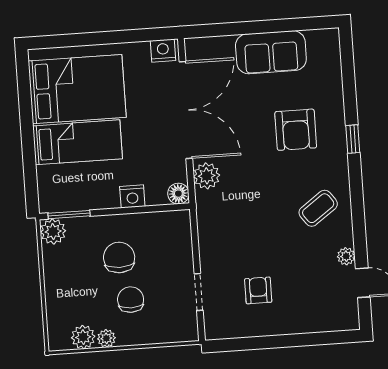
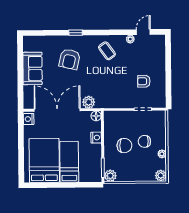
armchair: (296, 130) -> (70, 59), turned 103
chair: (119, 258) -> (124, 146), turned 180
plant: (83, 337) -> (161, 175), moved

